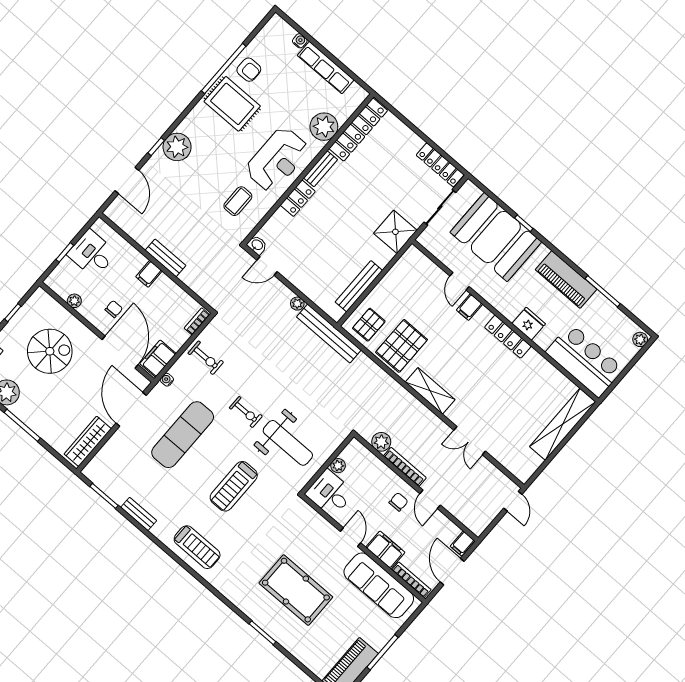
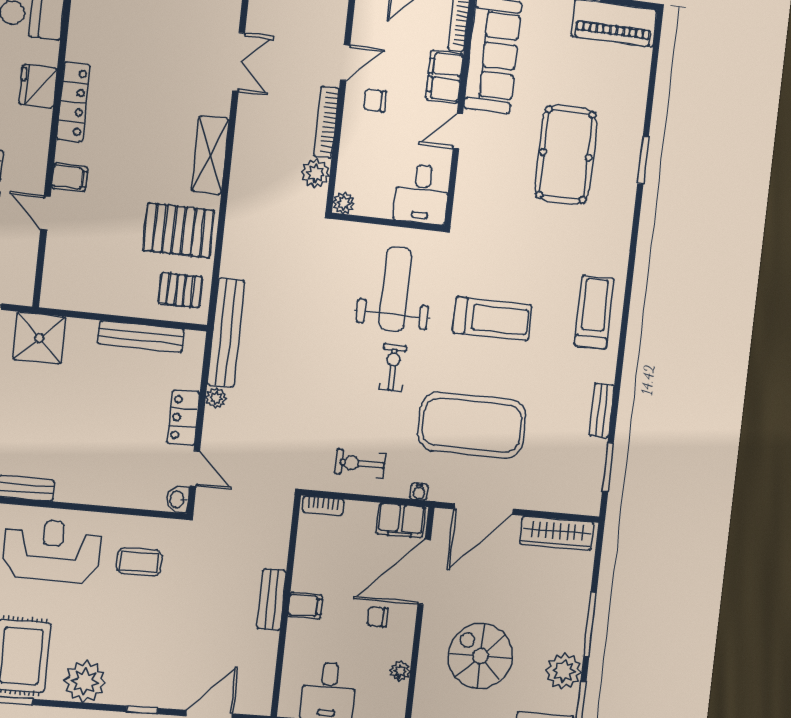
plant: (177, 147) -> (85, 682), moved
locker: (298, 198) -> (183, 418), moved, turned -90
door: (459, 281) -> (45, 213), swing flipped
exercise bike: (206, 358) -> (360, 464), turned -90
exercise mat: (183, 435) -> (472, 425), width x1.47
plant: (338, 466) -> (344, 203), moved

